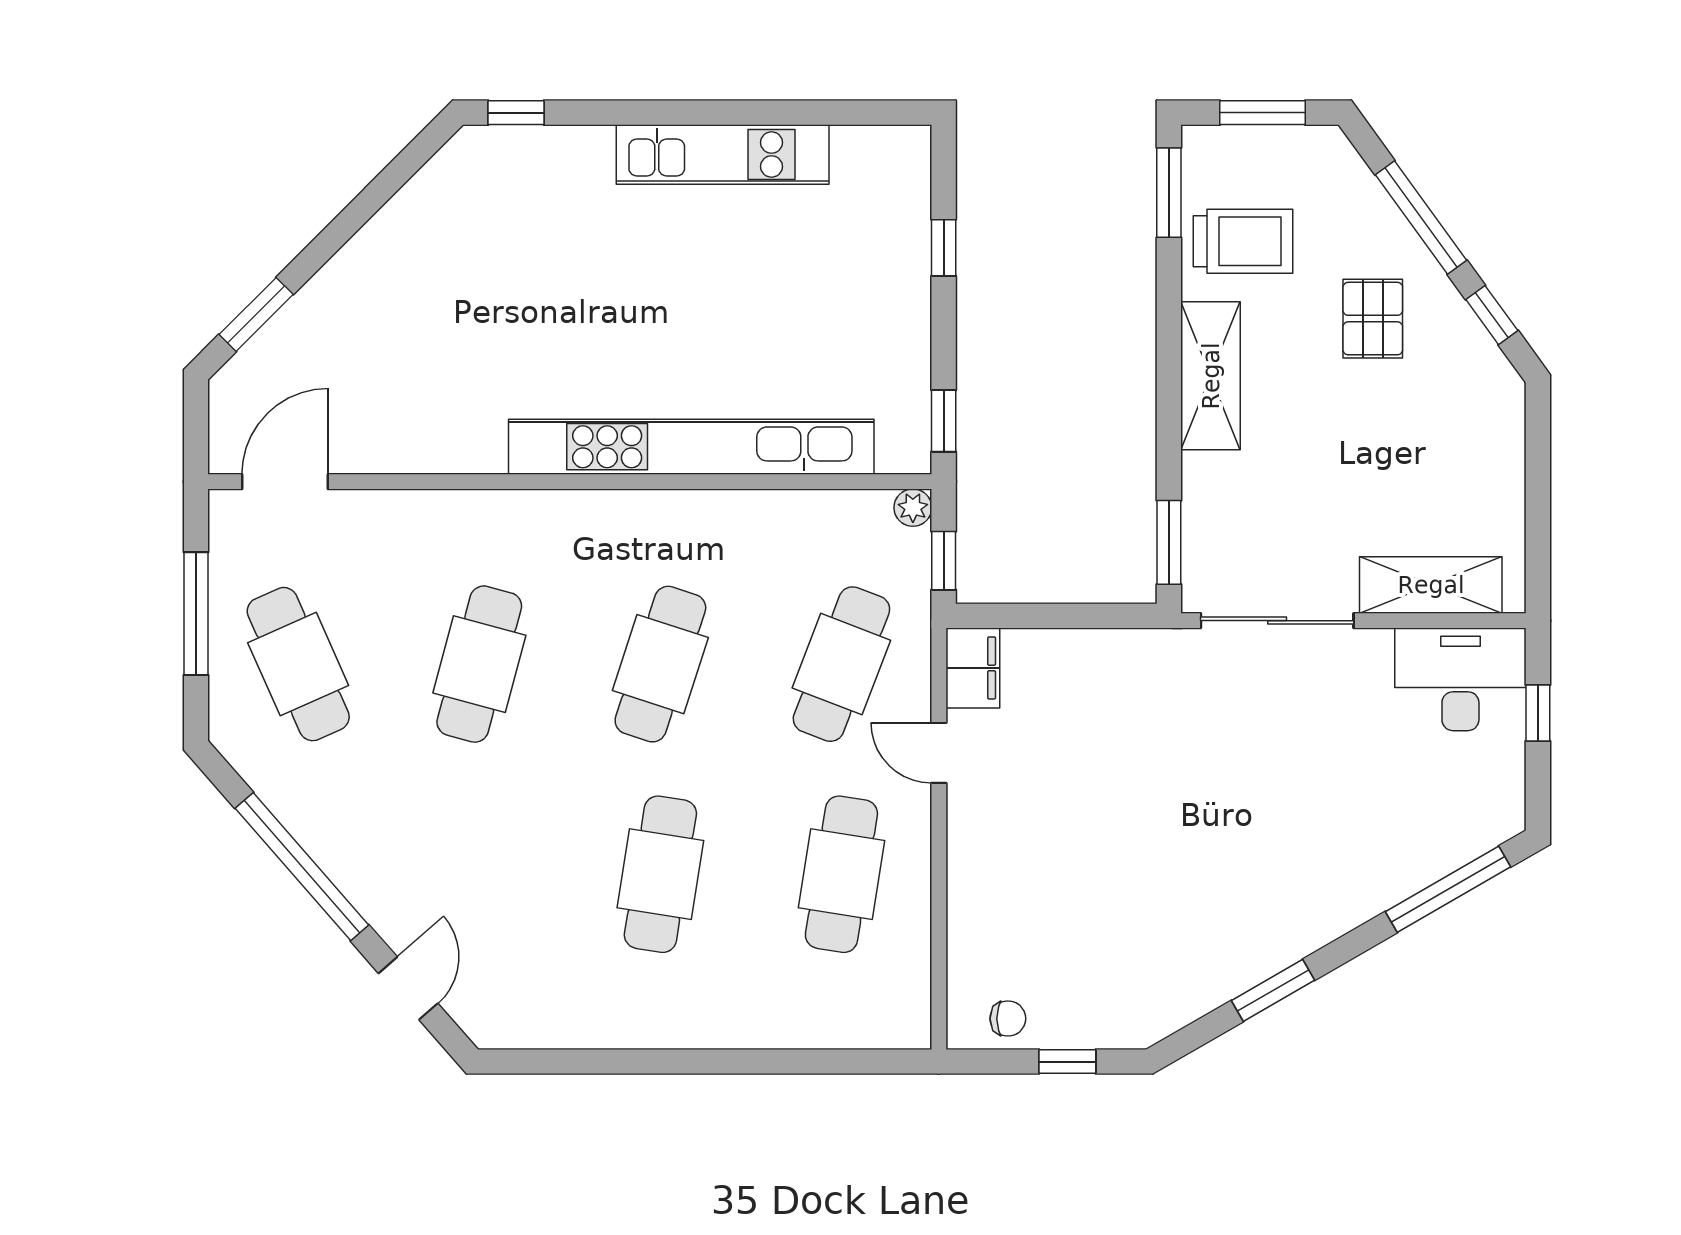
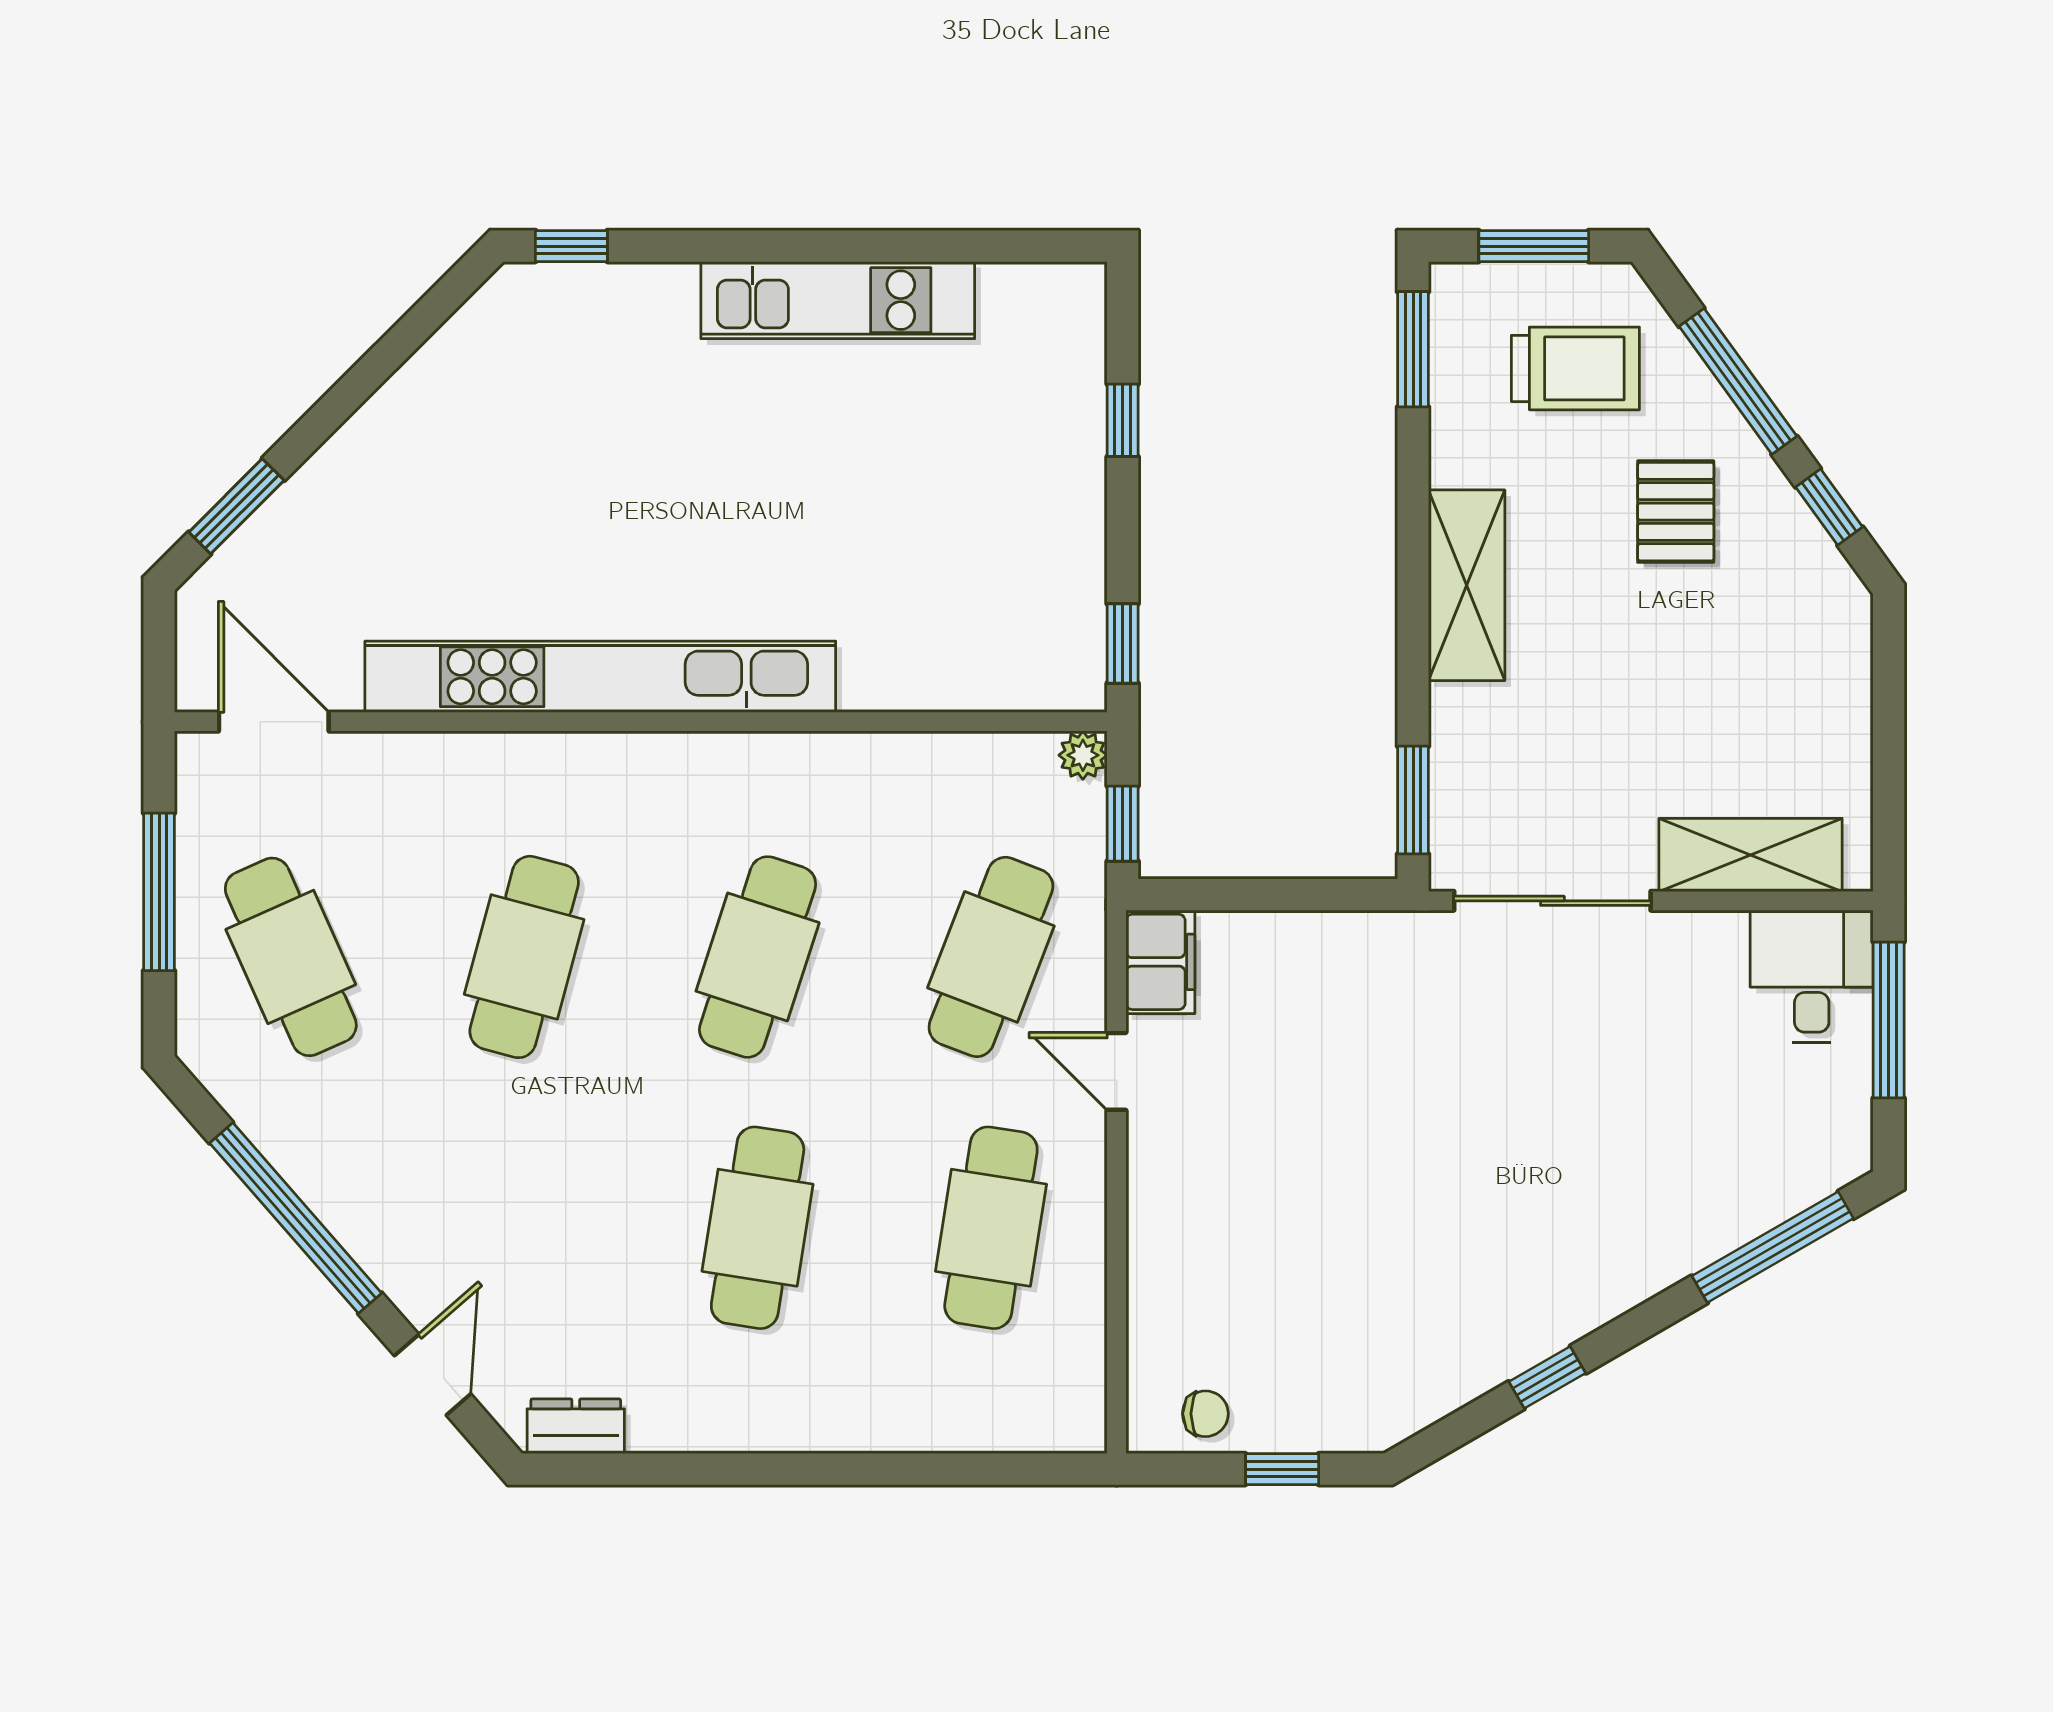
trolley: (1243, 241) -> (1575, 368), moved
kitchen unit: (691, 447) -> (600, 677), moved
door: (285, 482) -> (274, 722), hinge flipped
desk: (1460, 679) -> (1812, 976), width x0.73
window: (1538, 713) -> (1889, 1020), width x2.17
window: (1273, 990) -> (1547, 1377), width x0.67
dresser: (519, 1028) -> (576, 1426), added

